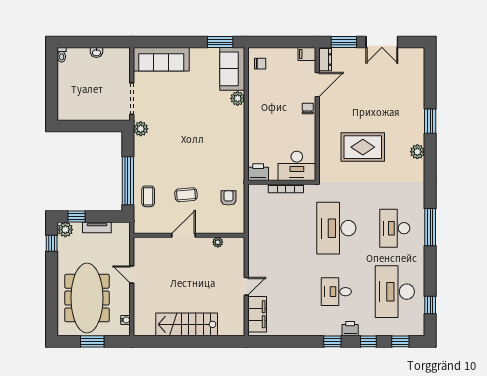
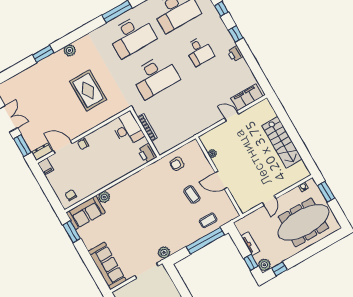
desk: (395, 228) -> (132, 36), width x1.36, depth x1.30
printer: (350, 329) -> (235, 54), moved
window: (92, 341) -> (326, 192), moved

